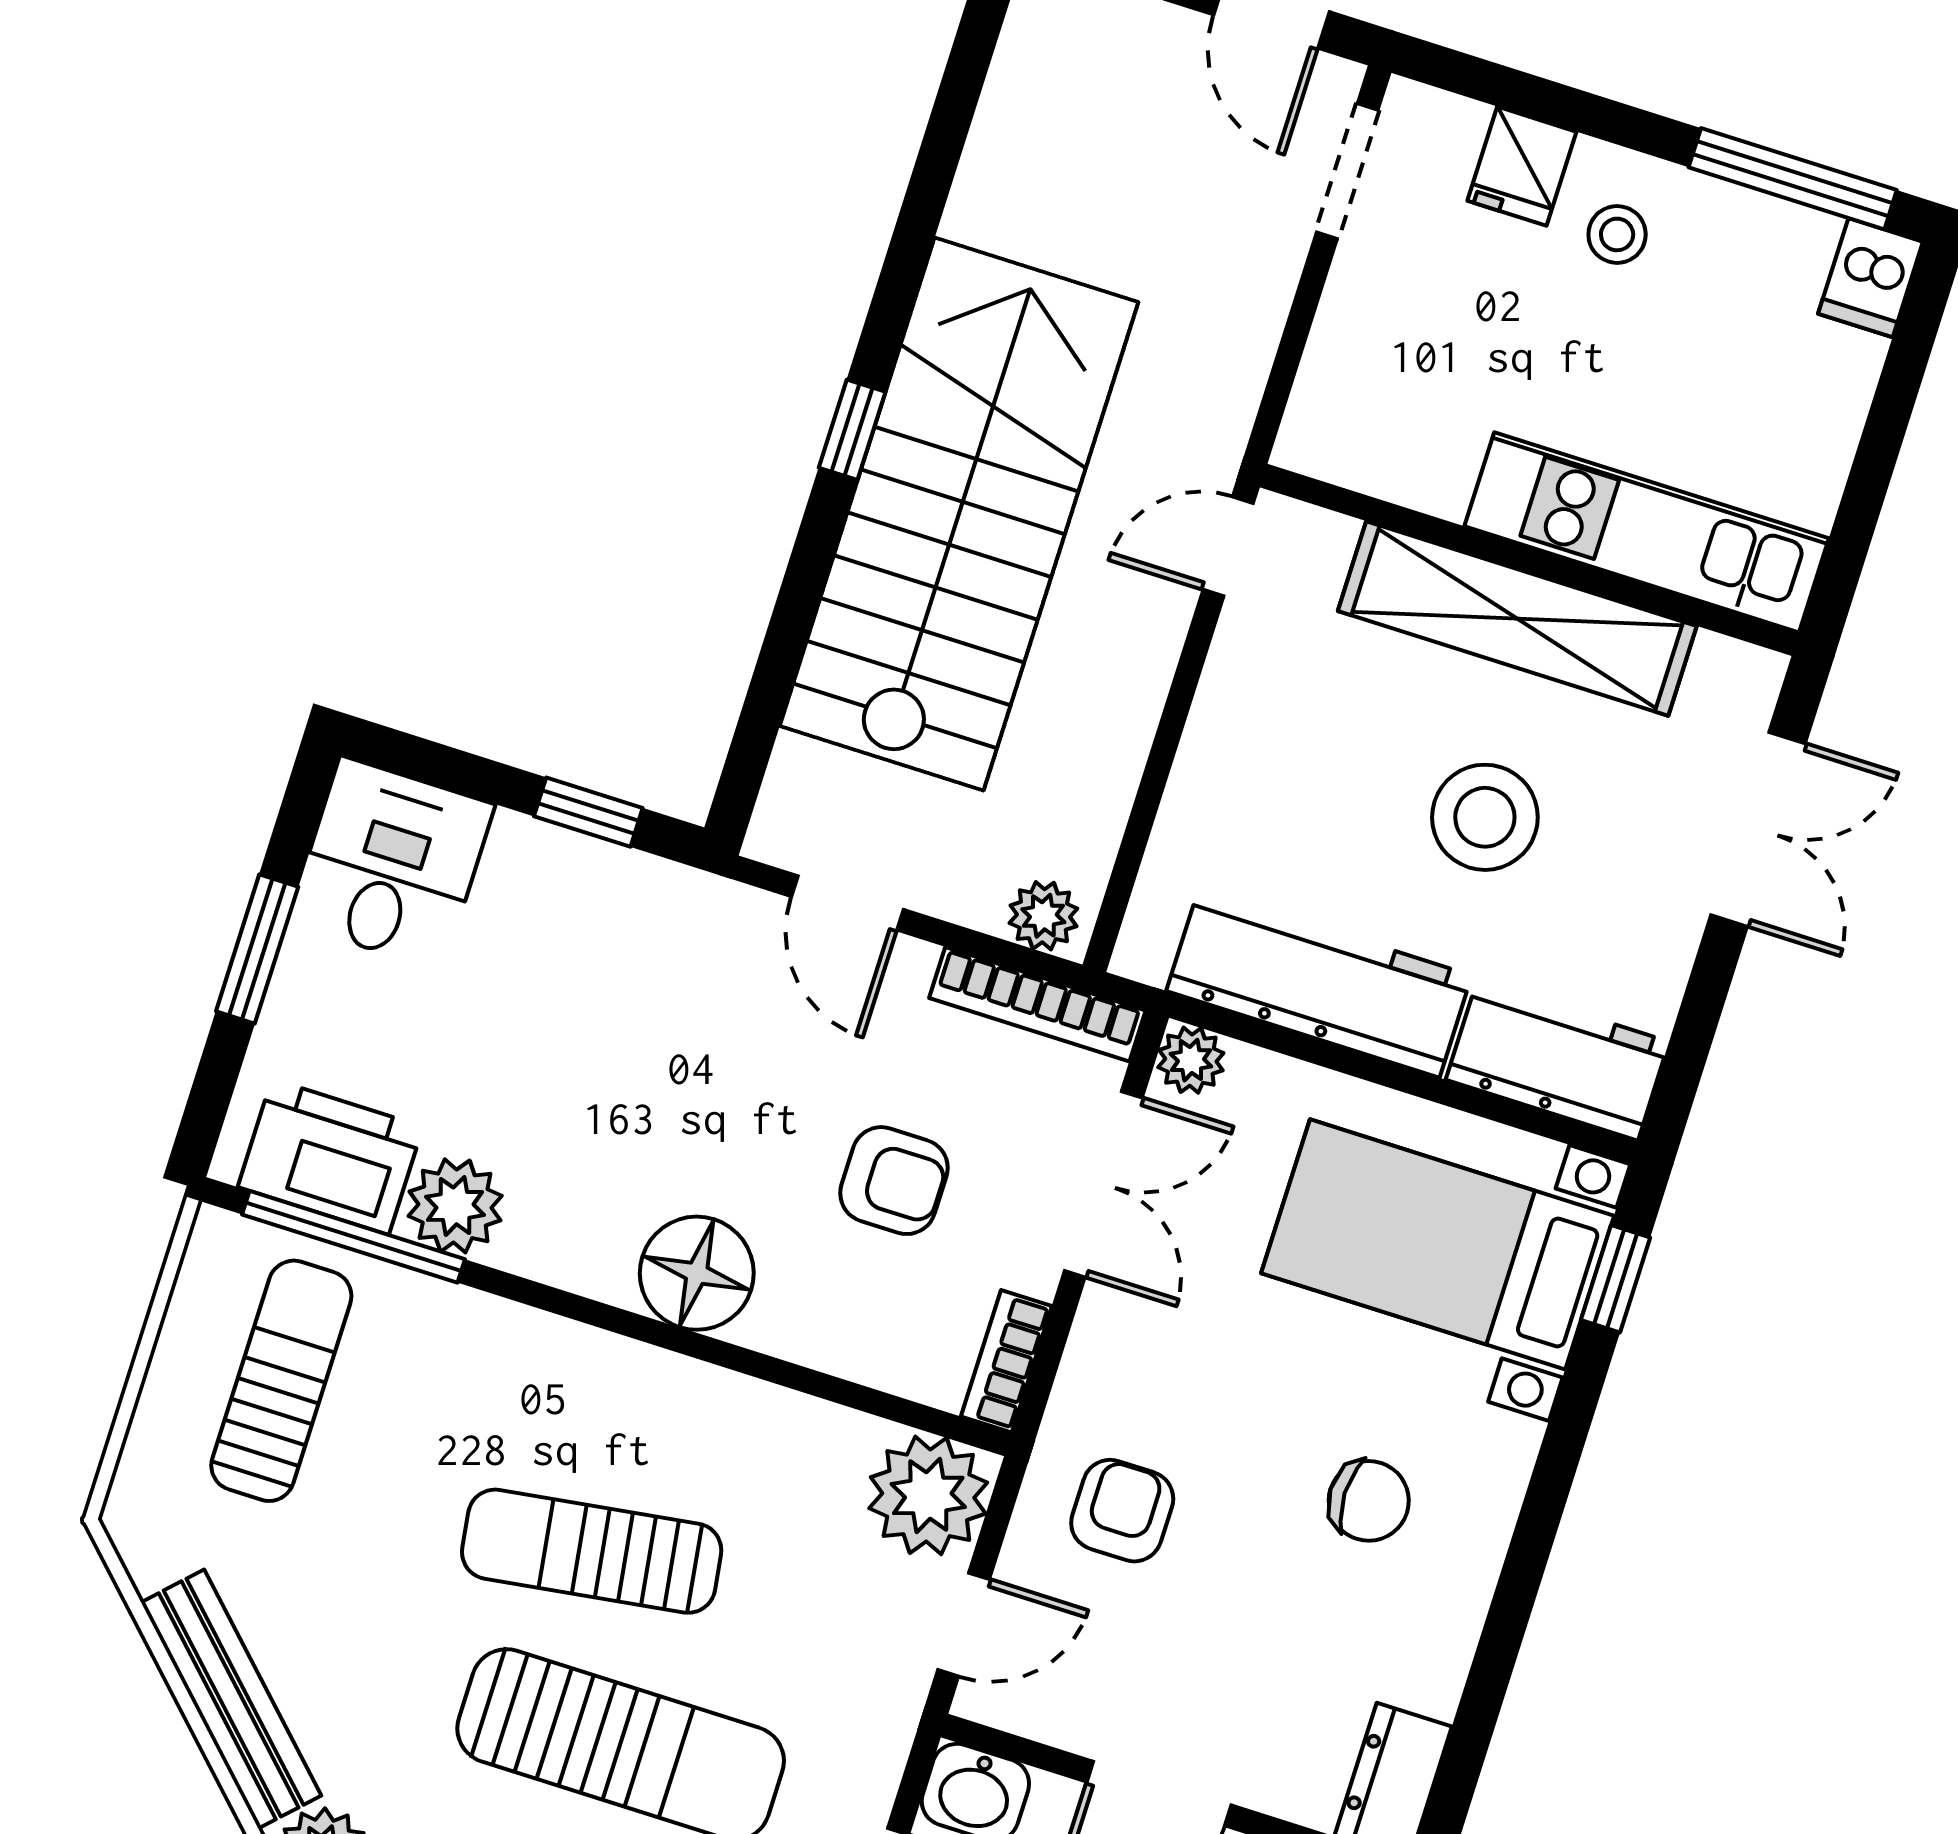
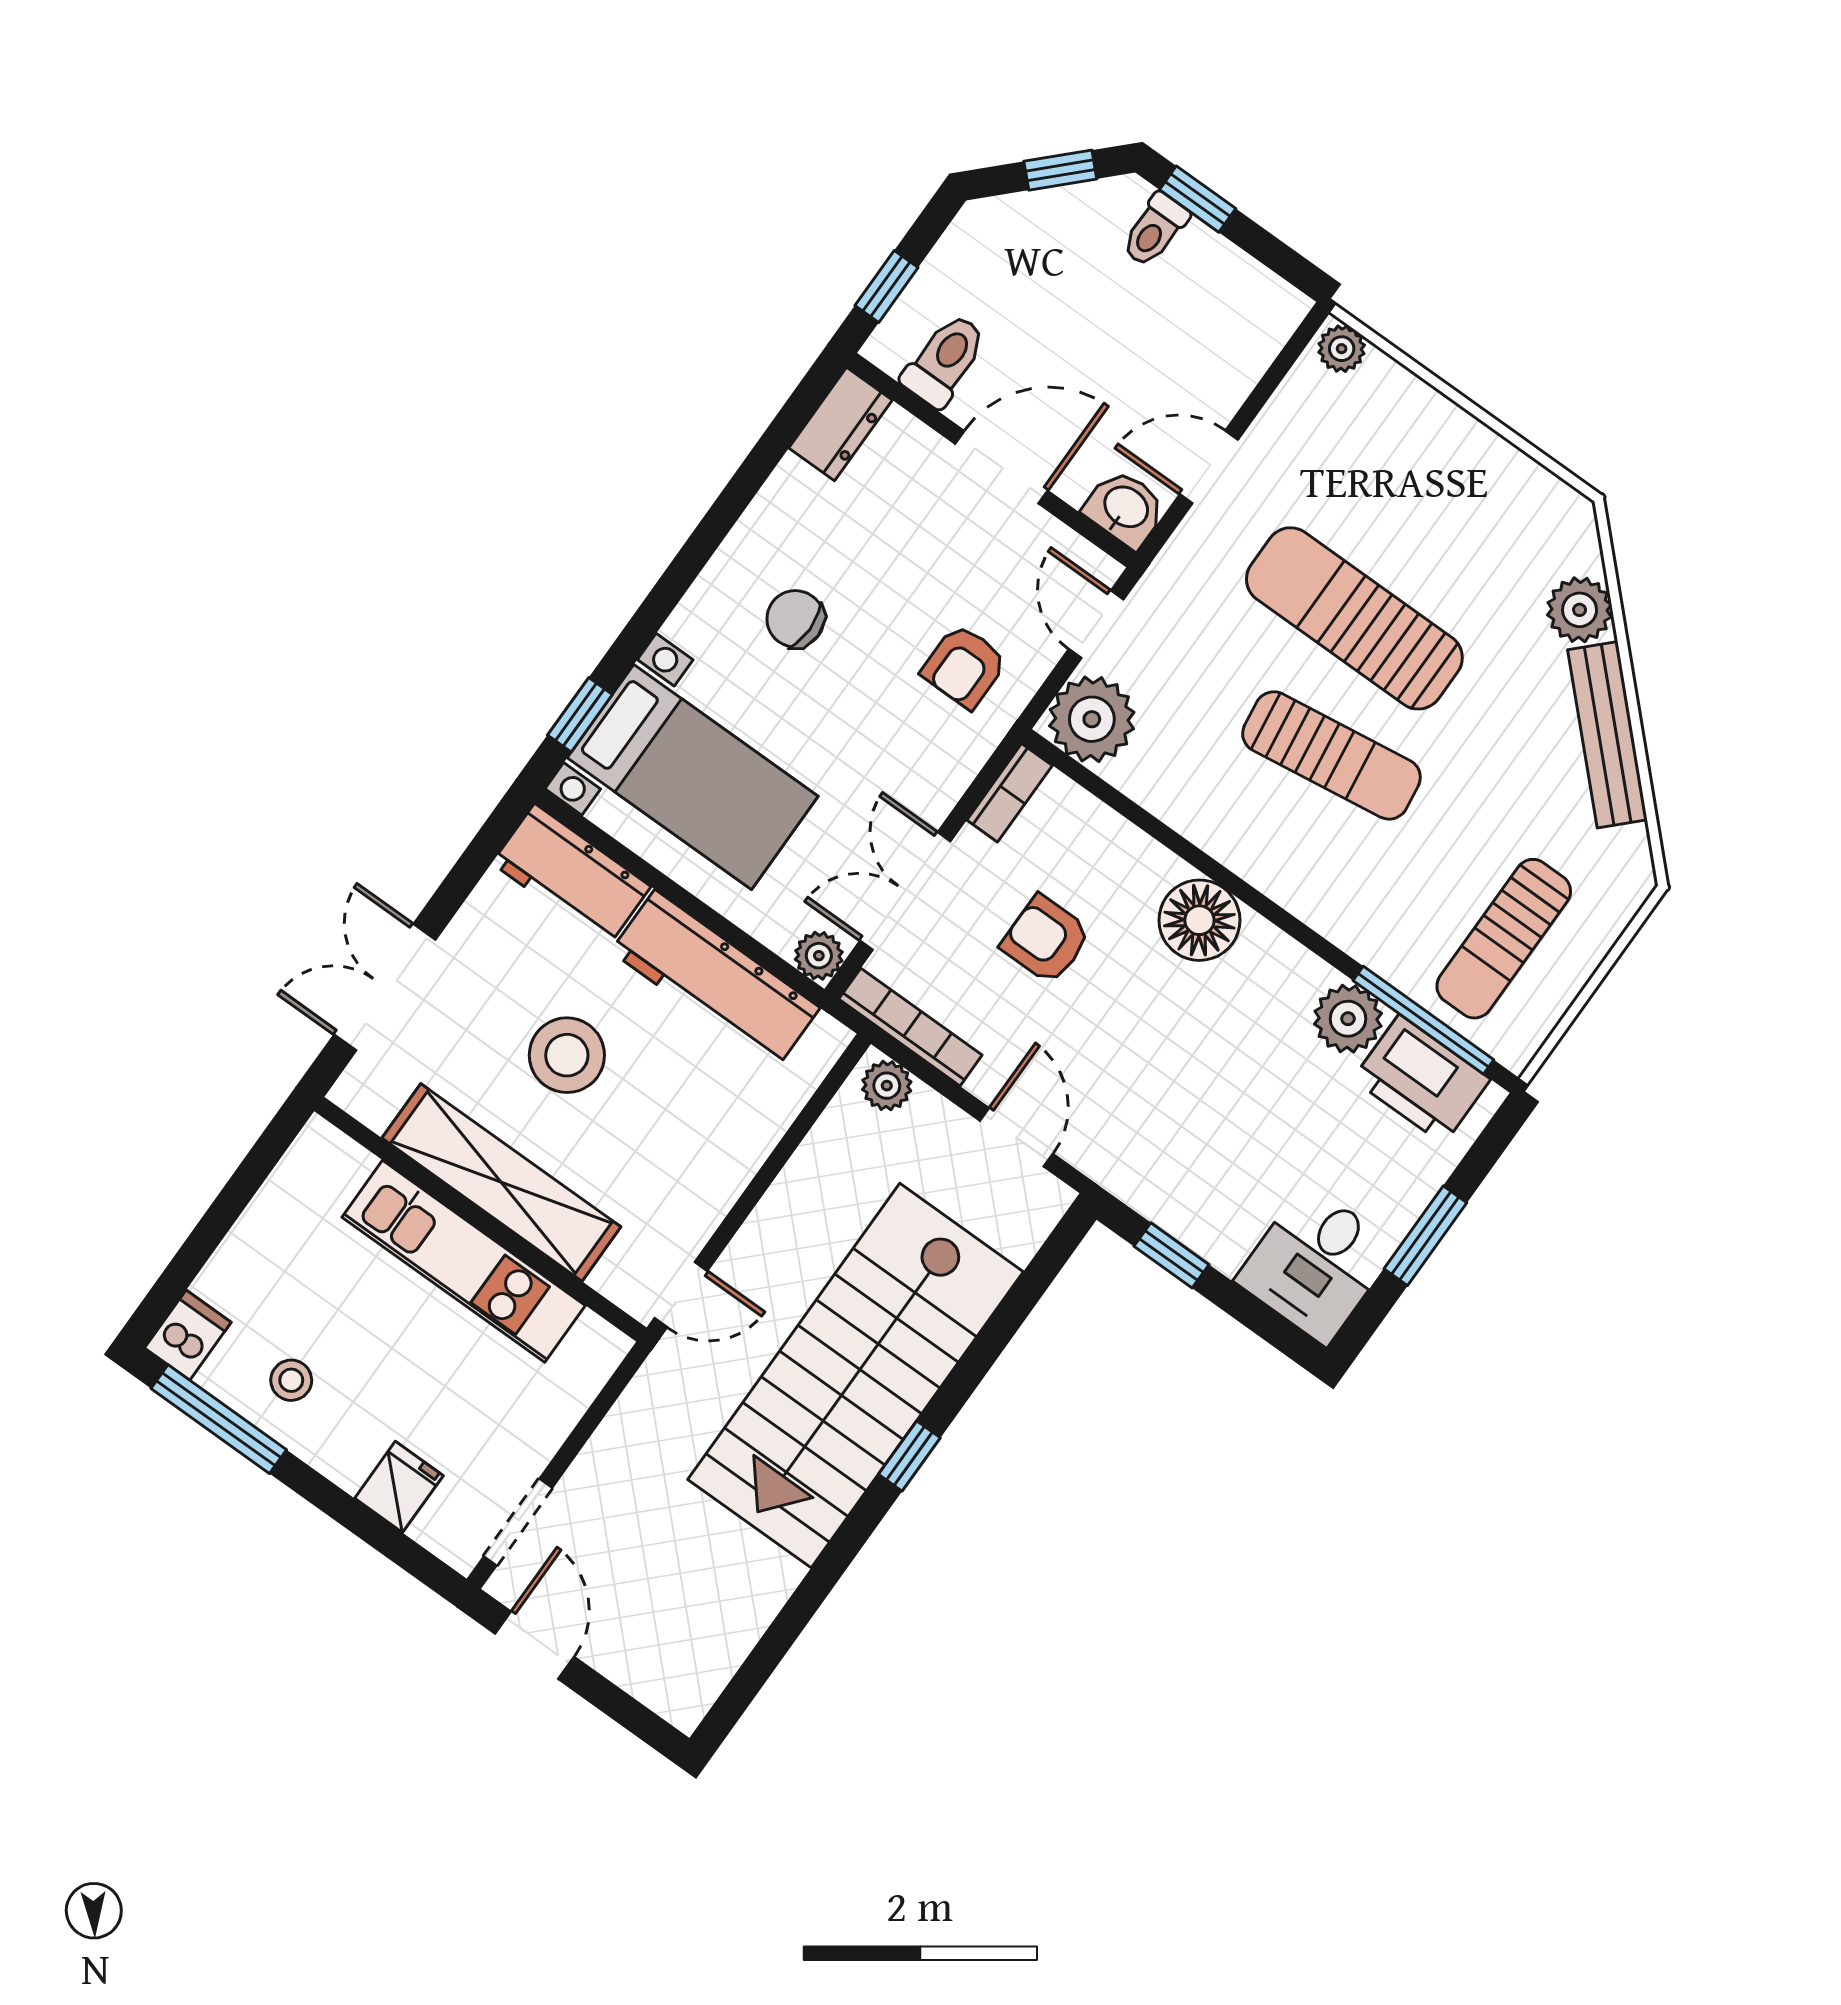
stool: (1617, 234) -> (291, 1380), moved
kitchen unit: (1647, 532) -> (464, 1261), moved
door: (964, 1624) -> (1096, 624), hinge flipped

